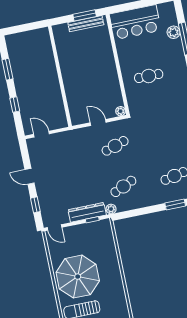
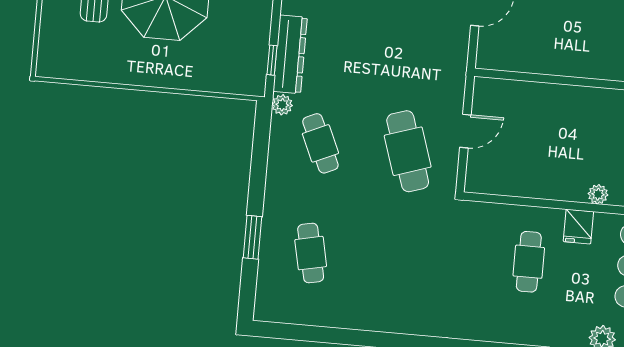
fridge: (126, 58) -> (578, 227), added
plant: (121, 111) -> (598, 194), moved
cafe table: (115, 146) -> (408, 151), width x1.37, depth x1.35

